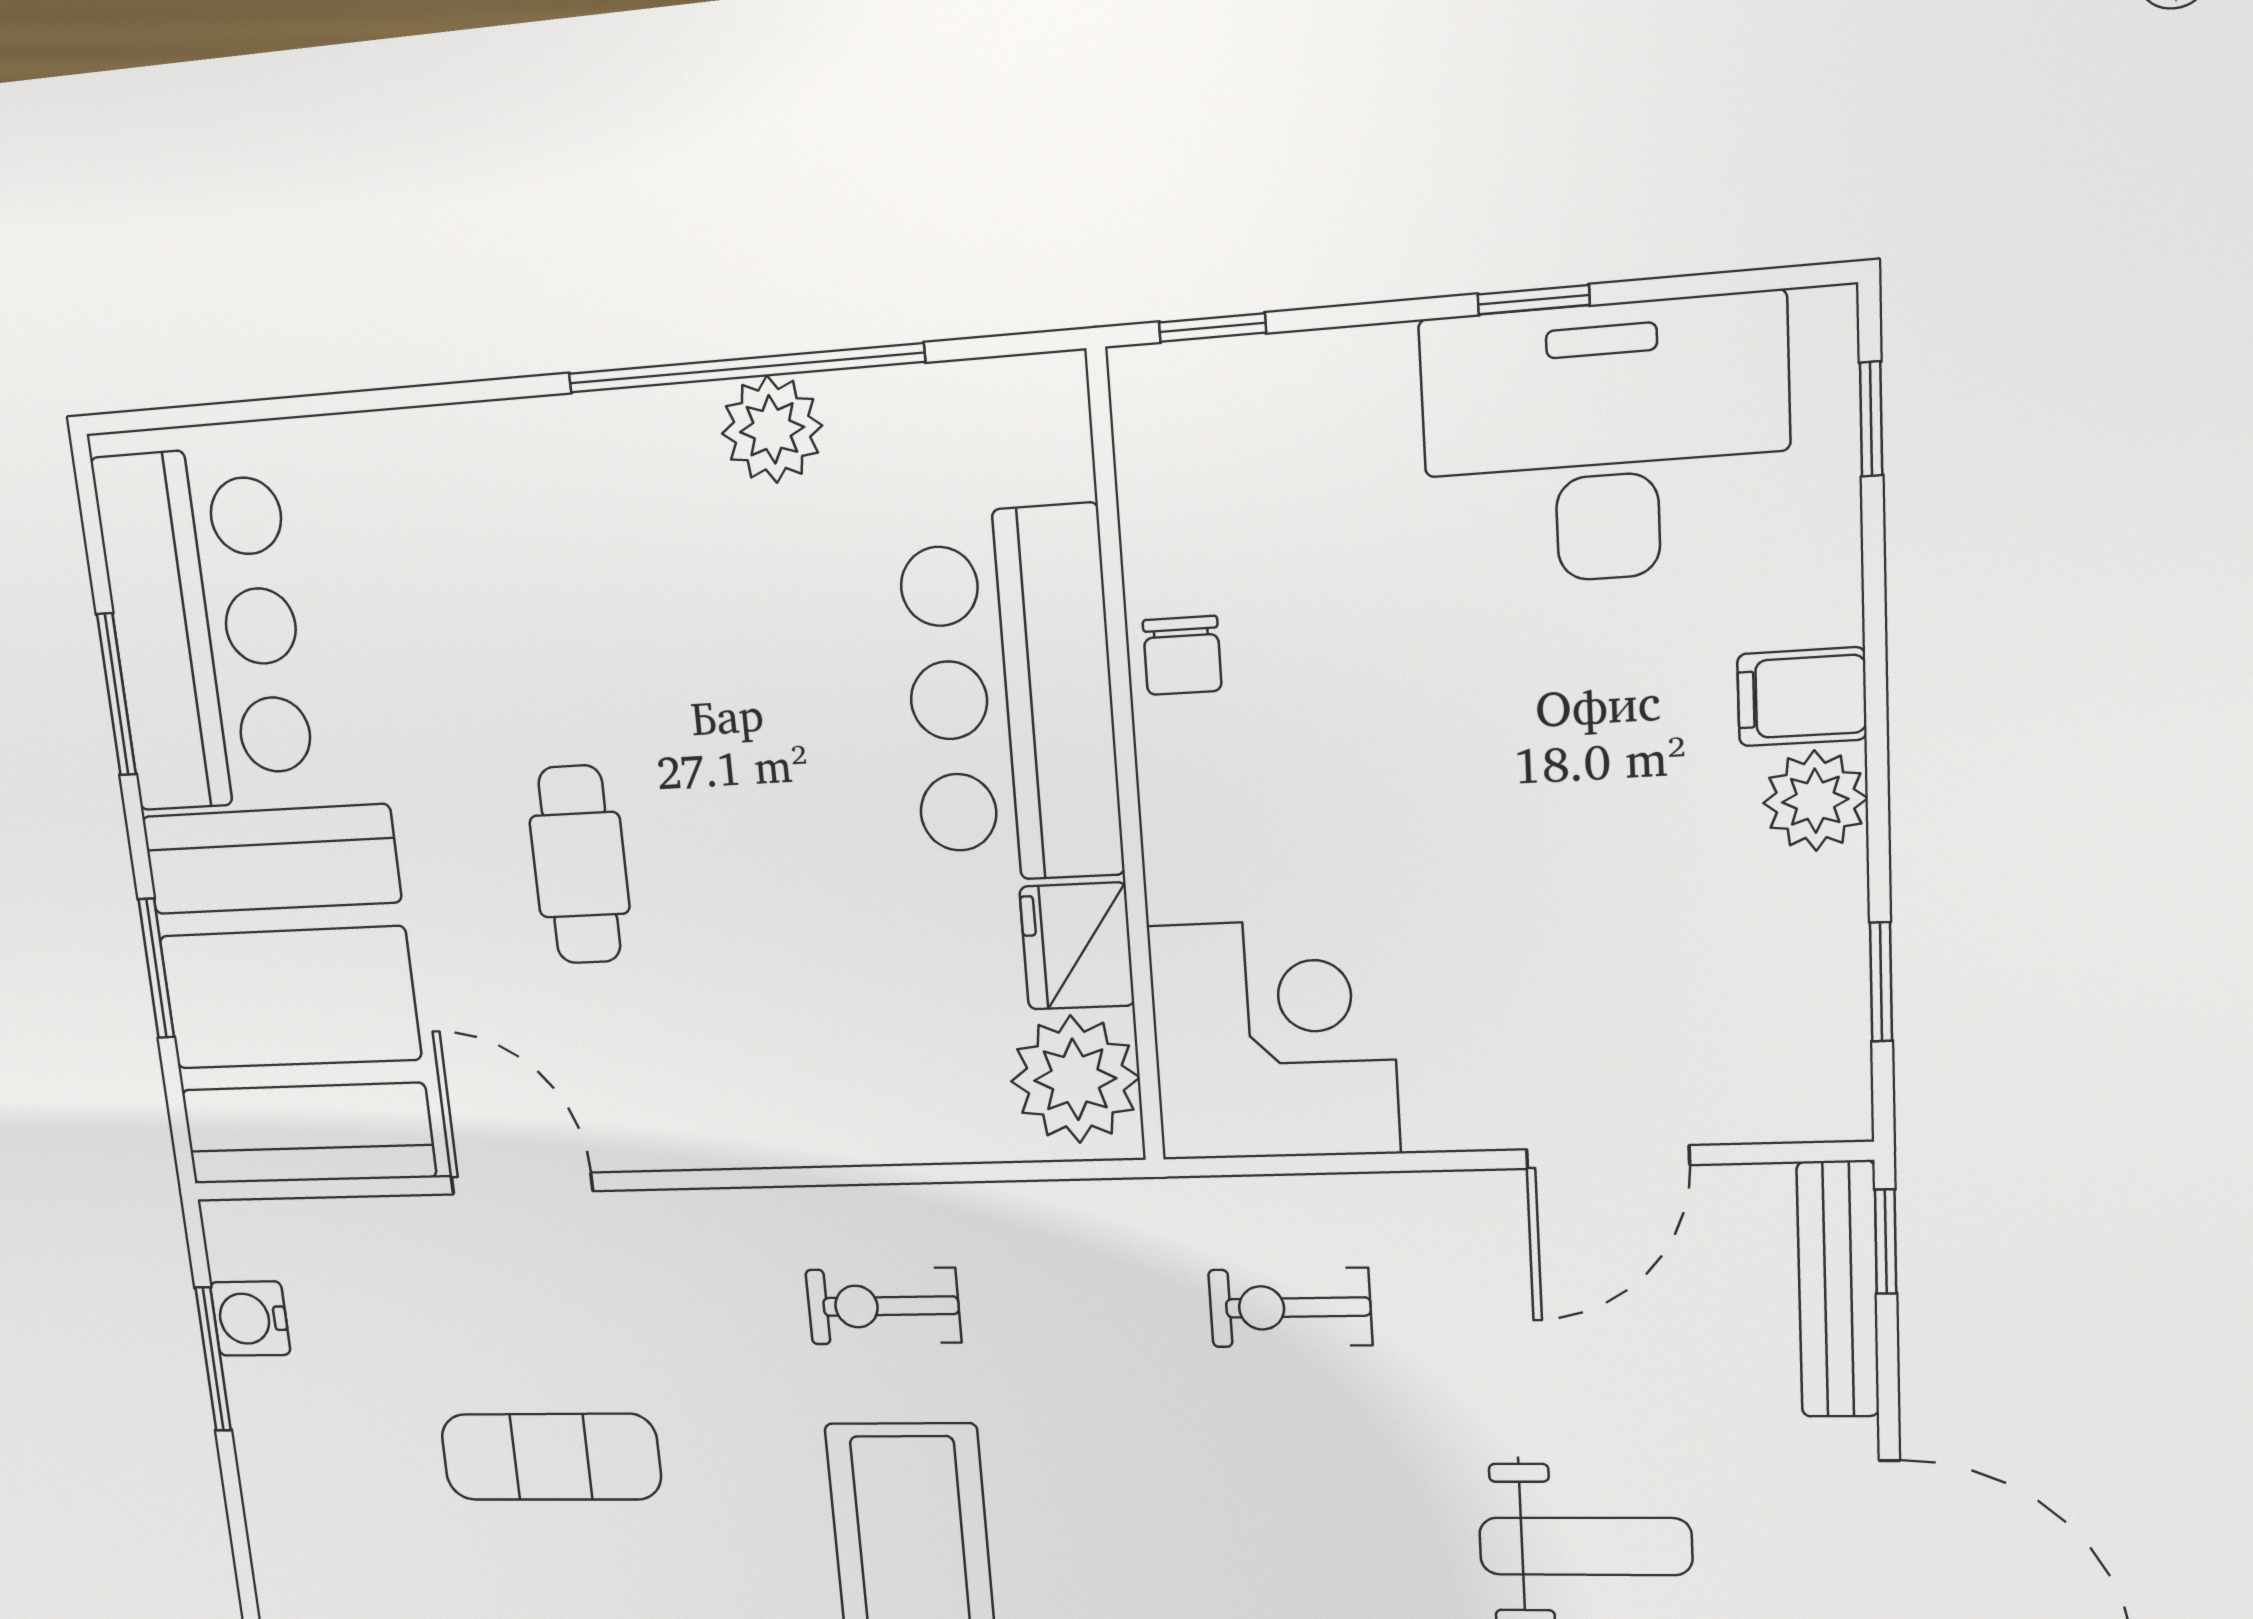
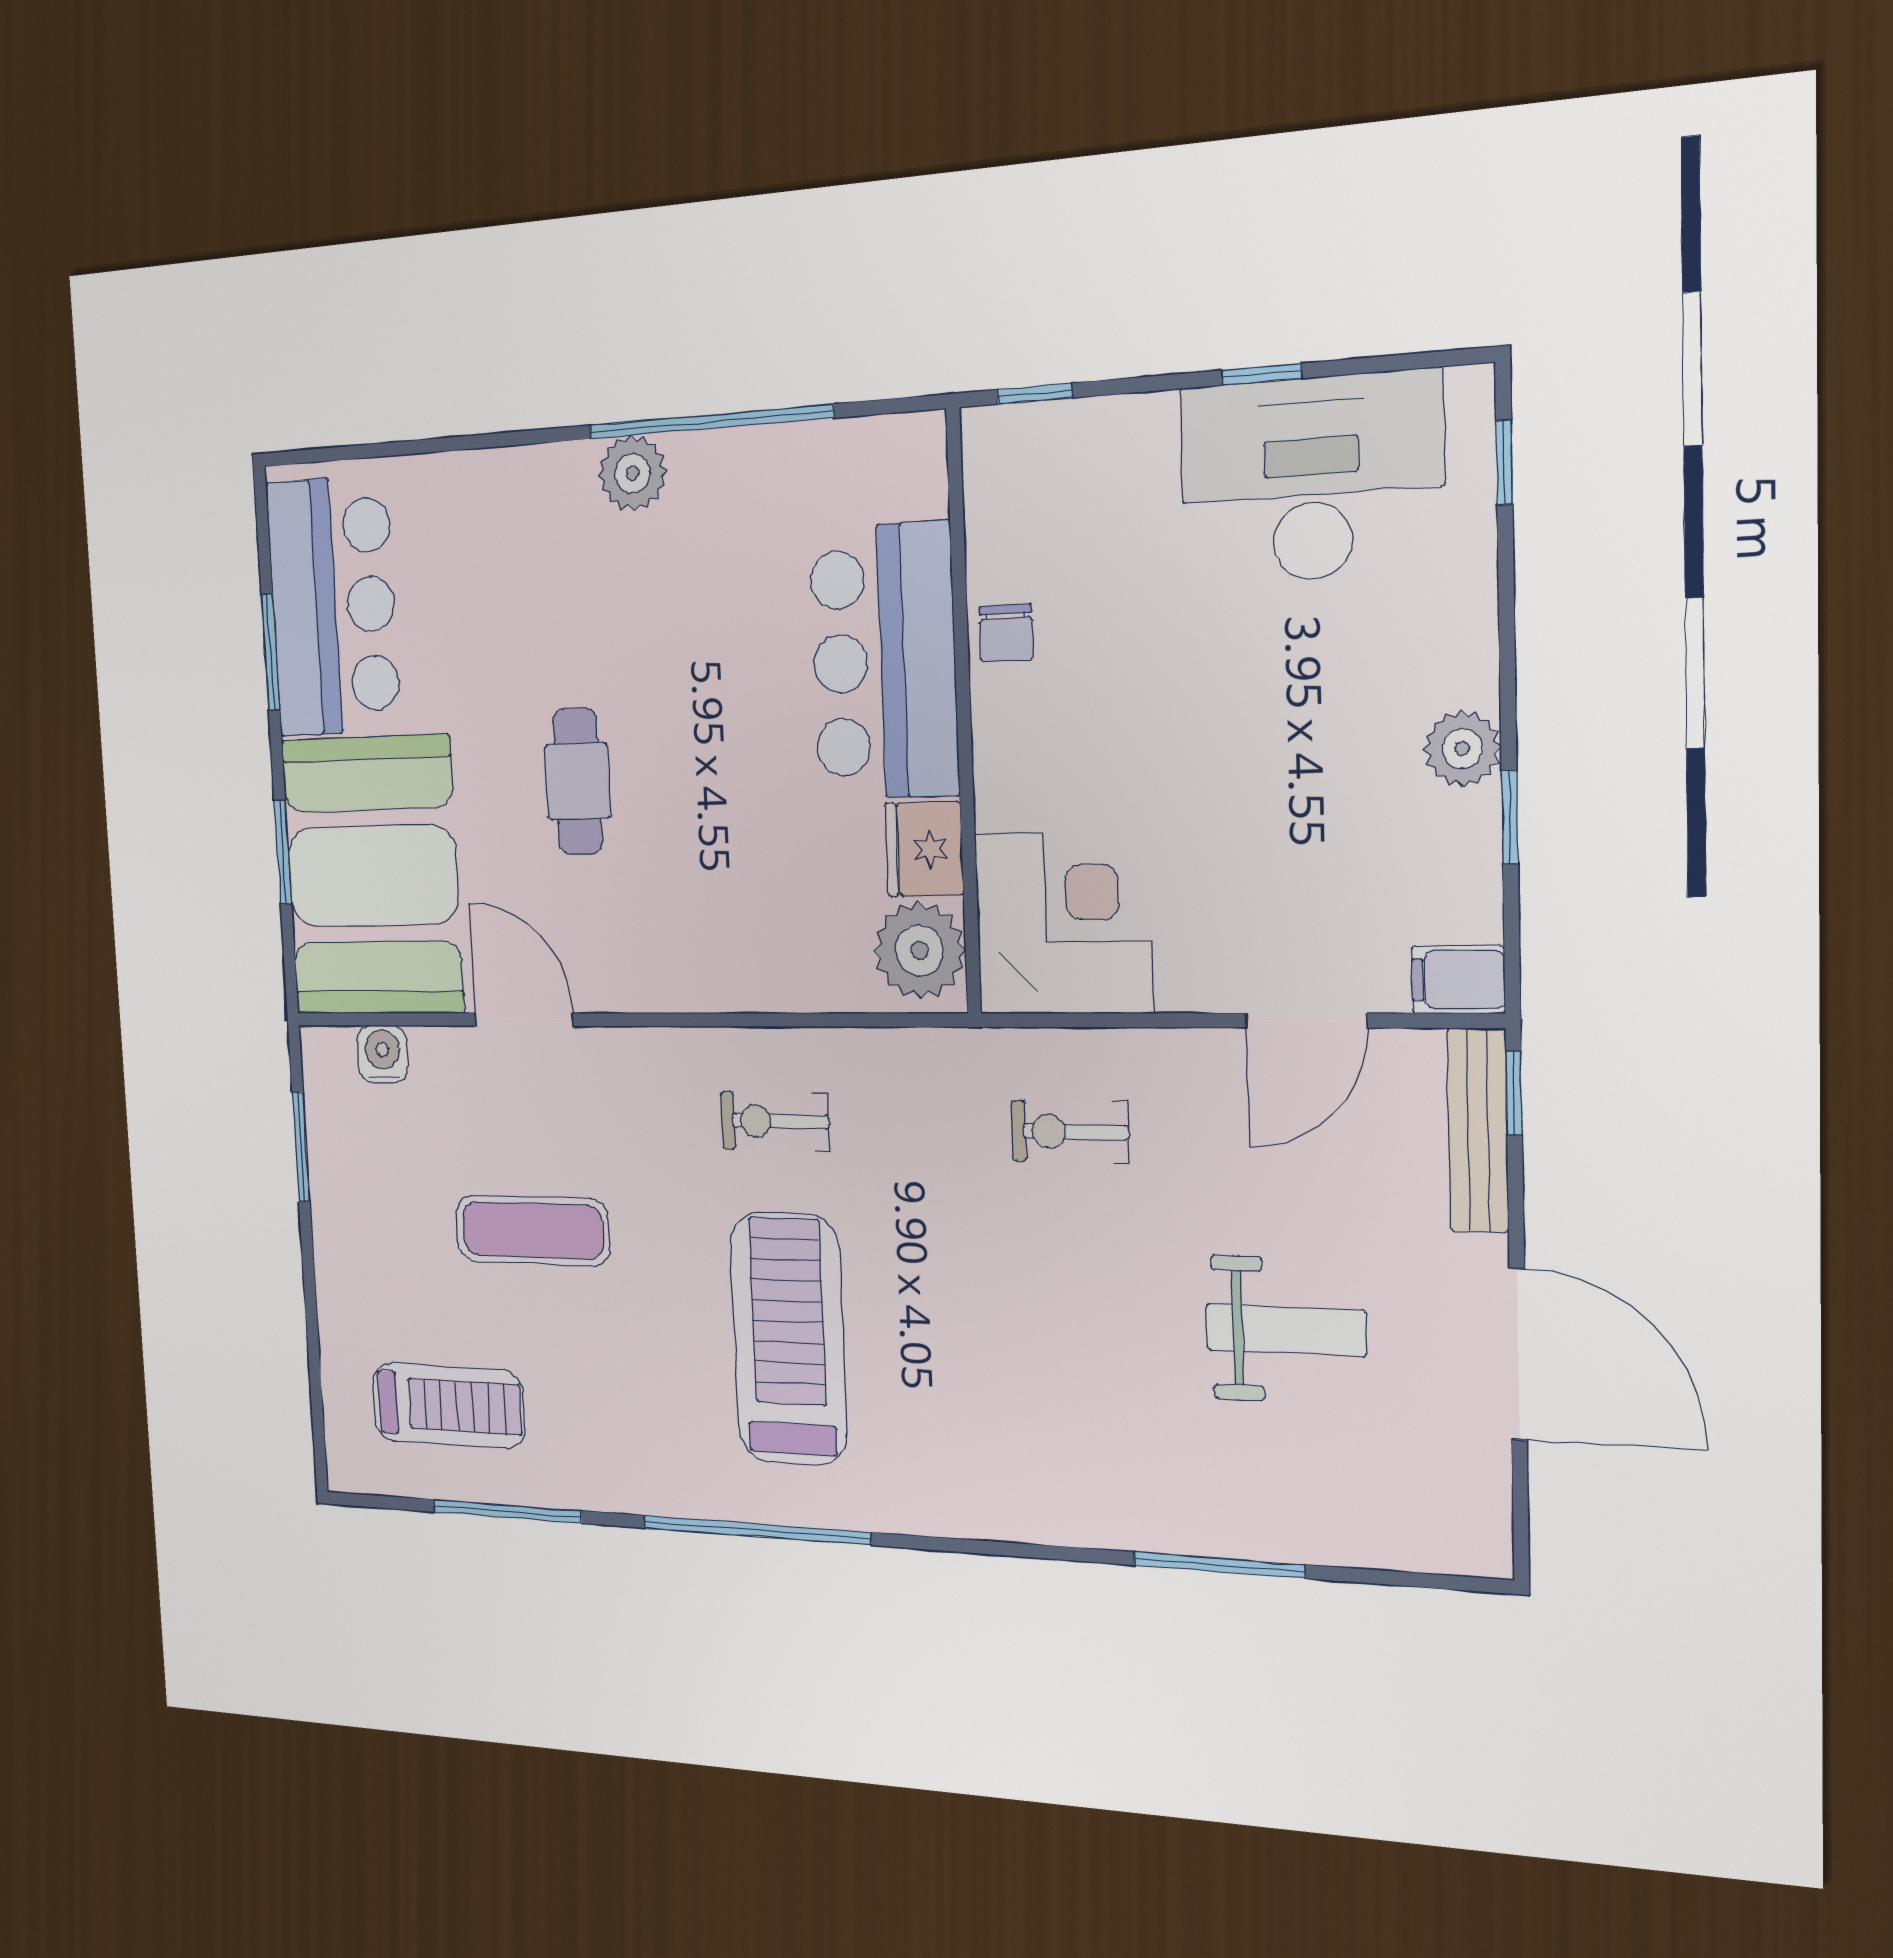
plant: (772, 429) -> (632, 473), moved
filing cabinet: (1802, 697) -> (1458, 980), moved
window: (1881, 982) -> (1510, 817), moved
water cooler: (250, 1319) -> (383, 1054), moved, turned 90

